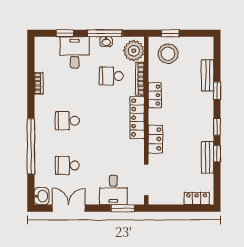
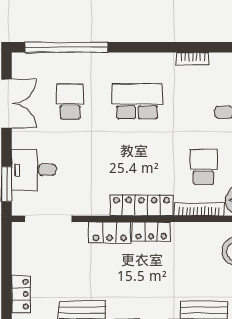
locker: (155, 95) -> (151, 232), moved
school desk: (67, 121) -> (137, 101), width x1.85
window: (31, 146) -> (67, 47), moved
washbasin: (42, 196) -> (24, 63), removed

